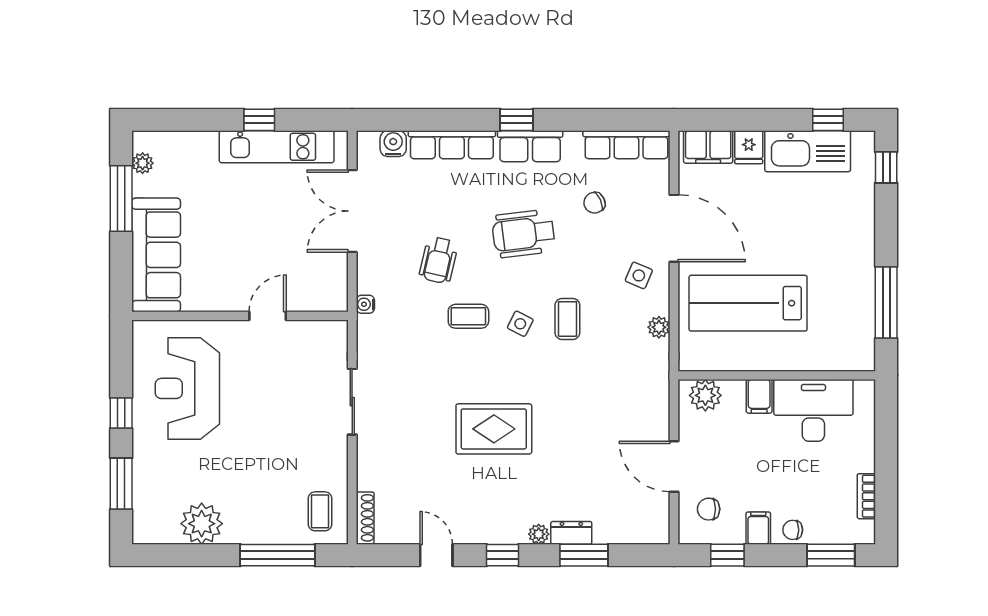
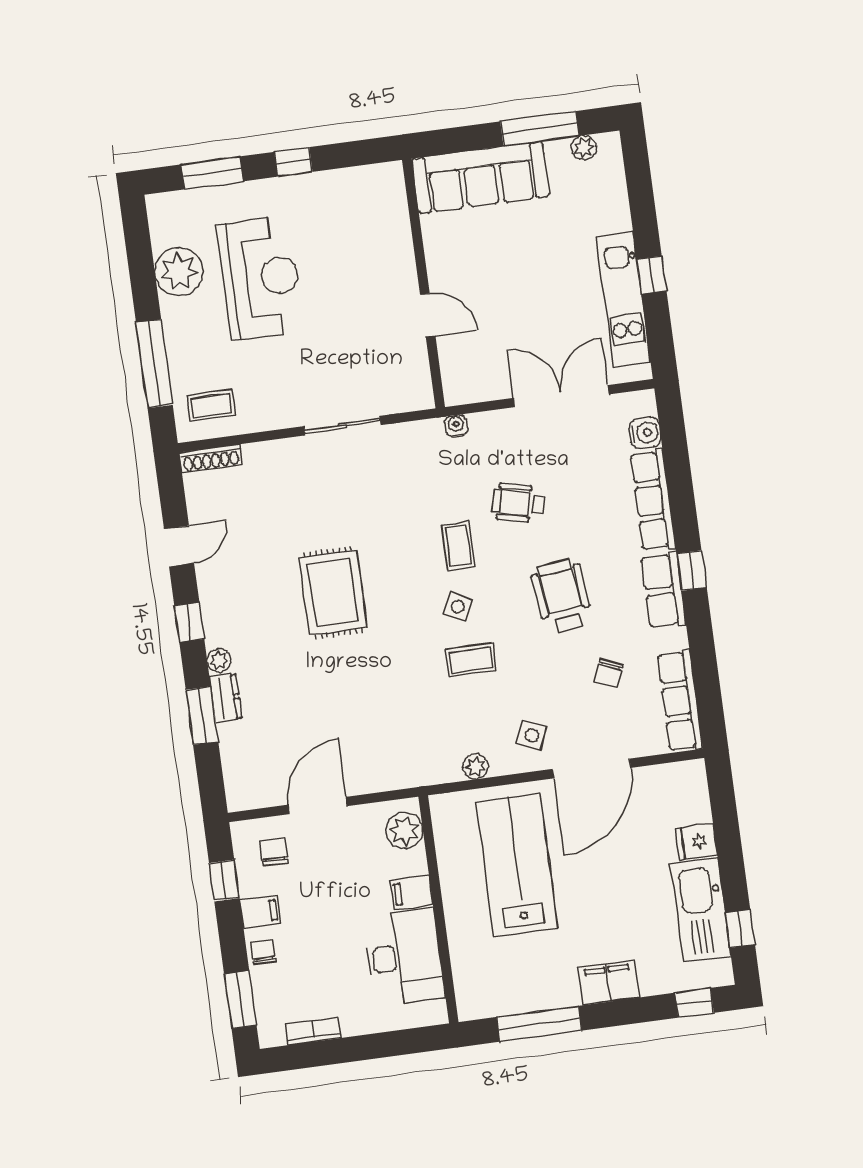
filing cabinet: (708, 147) -> (608, 983), moved, turned 90
chair: (594, 203) -> (608, 673), turned -133
reception desk: (187, 388) -> (260, 278), moved, turned 90

